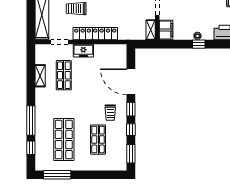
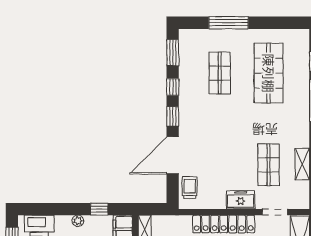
window: (199, 44) -> (99, 209), moved
door: (131, 82) -> (173, 155), swing flipped
trolley: (110, 113) -> (190, 188), moved
window: (57, 175) -> (229, 23), moved

